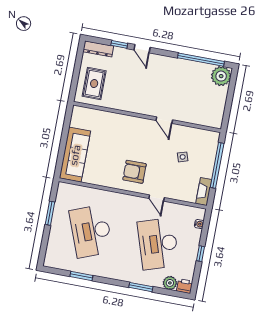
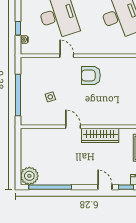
wardrobe: (137, 105) -> (100, 135), added
armchair: (134, 172) -> (91, 75), turned 180
fireplace: (204, 192) -> (26, 69), removed
window: (201, 254) -> (18, 28), moved

